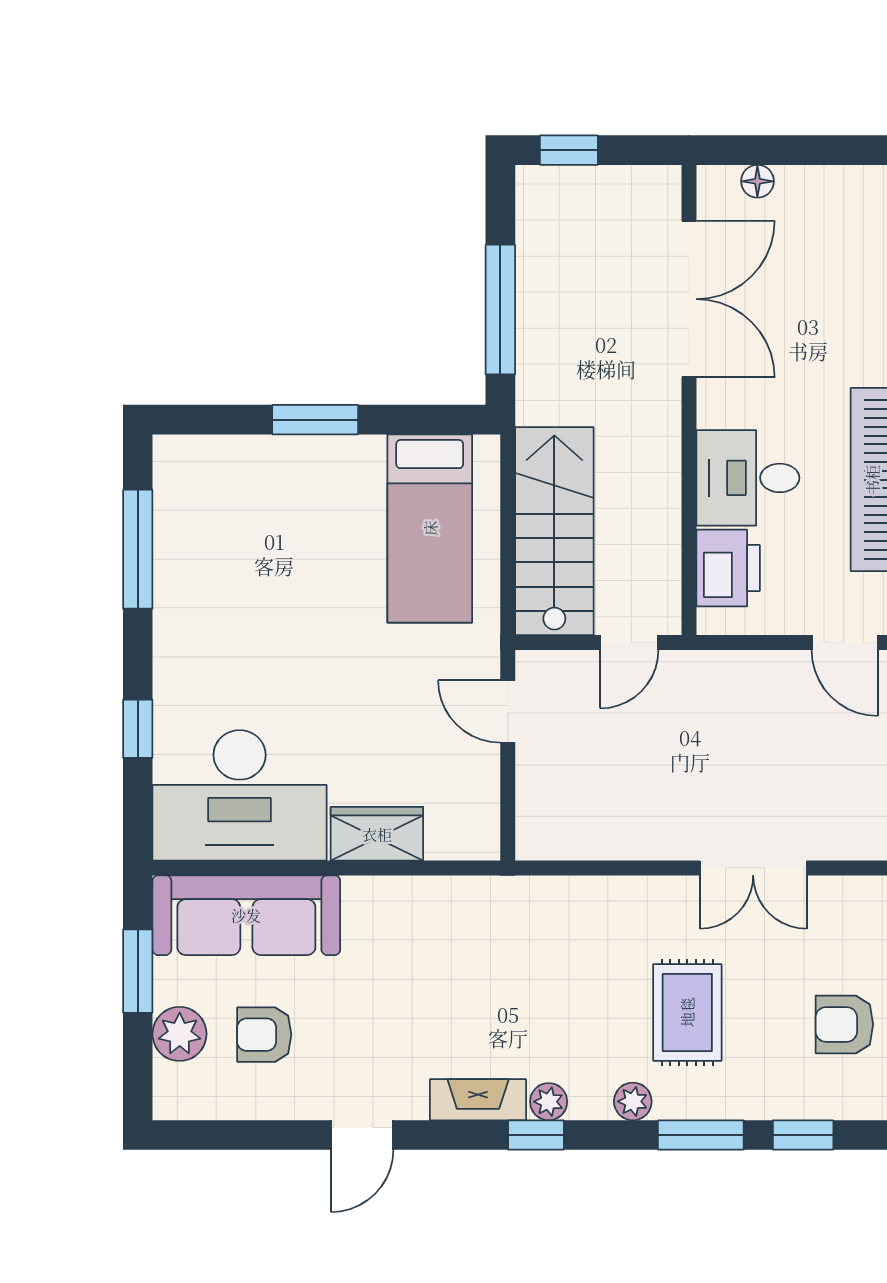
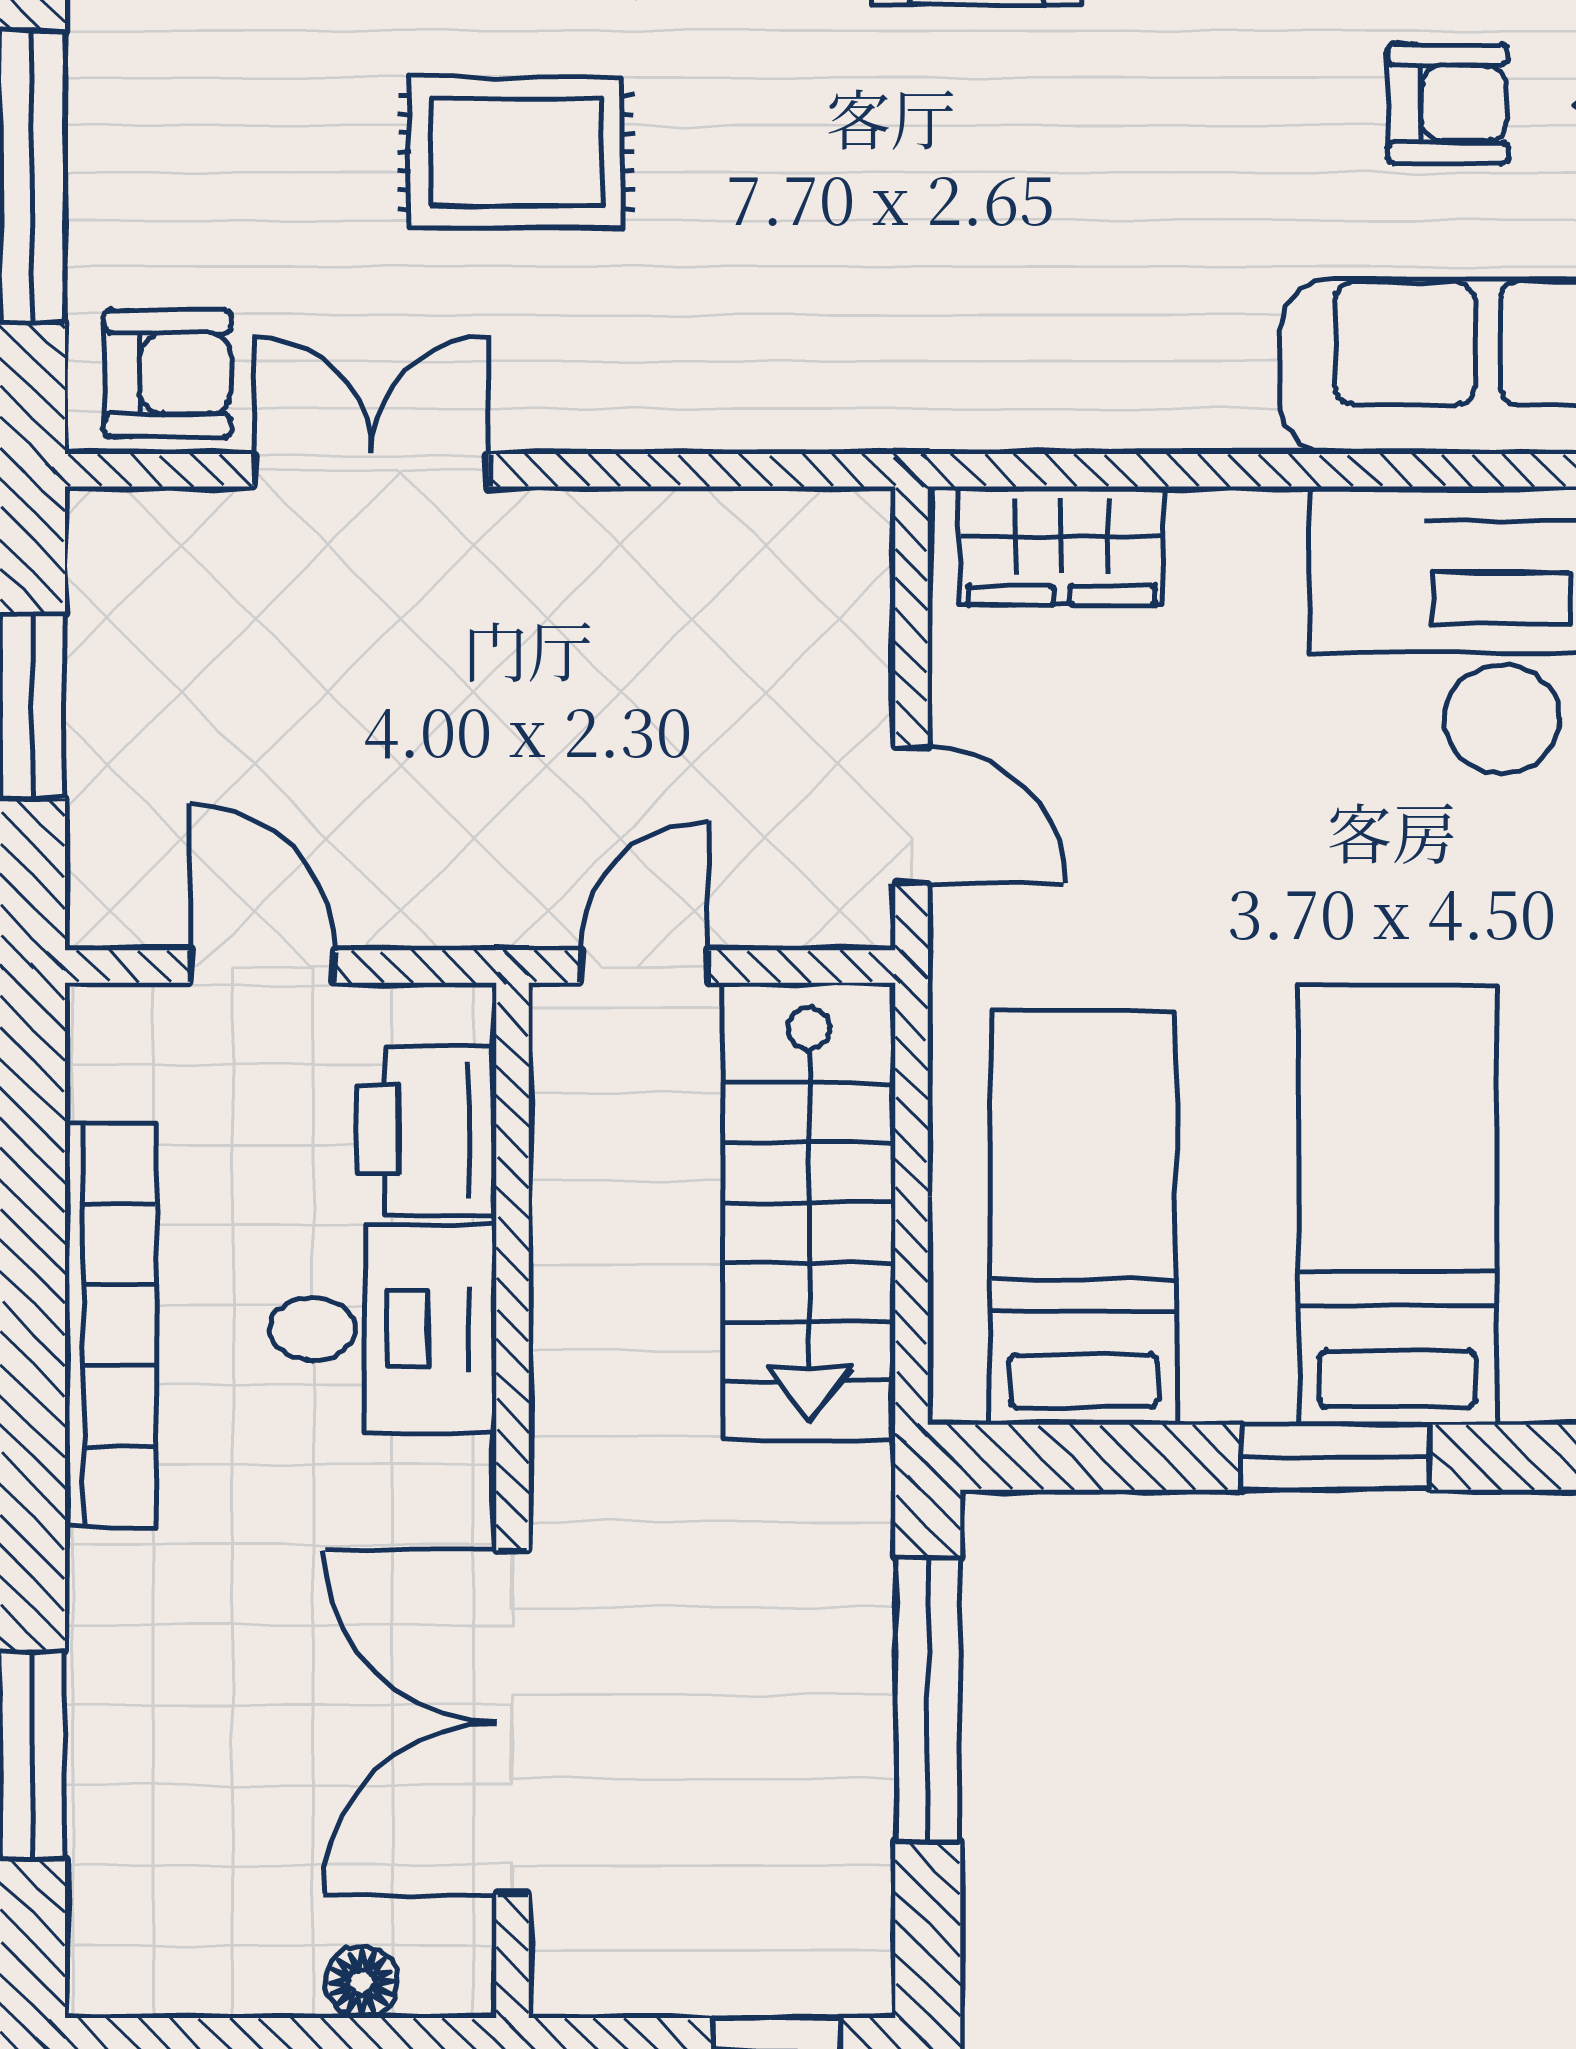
bed: (287, 534) -> (1398, 1205), added
door: (845, 643) -> (262, 966), moved
wardrobe: (377, 834) -> (1062, 546), moved
rug: (687, 1012) -> (516, 152), turned 90
armchair: (844, 1024) -> (167, 373), moved

